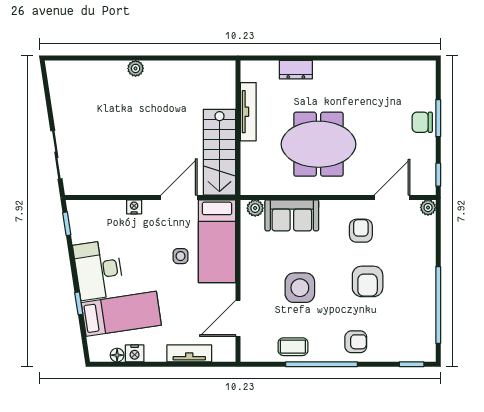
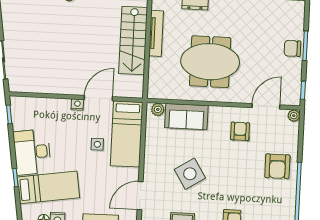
stairs: (219, 152) -> (133, 40), moved
nightstand: (134, 207) -> (77, 105), moved
armchair: (368, 281) -> (277, 166), moved
side table: (300, 288) -> (190, 174), turned -32

